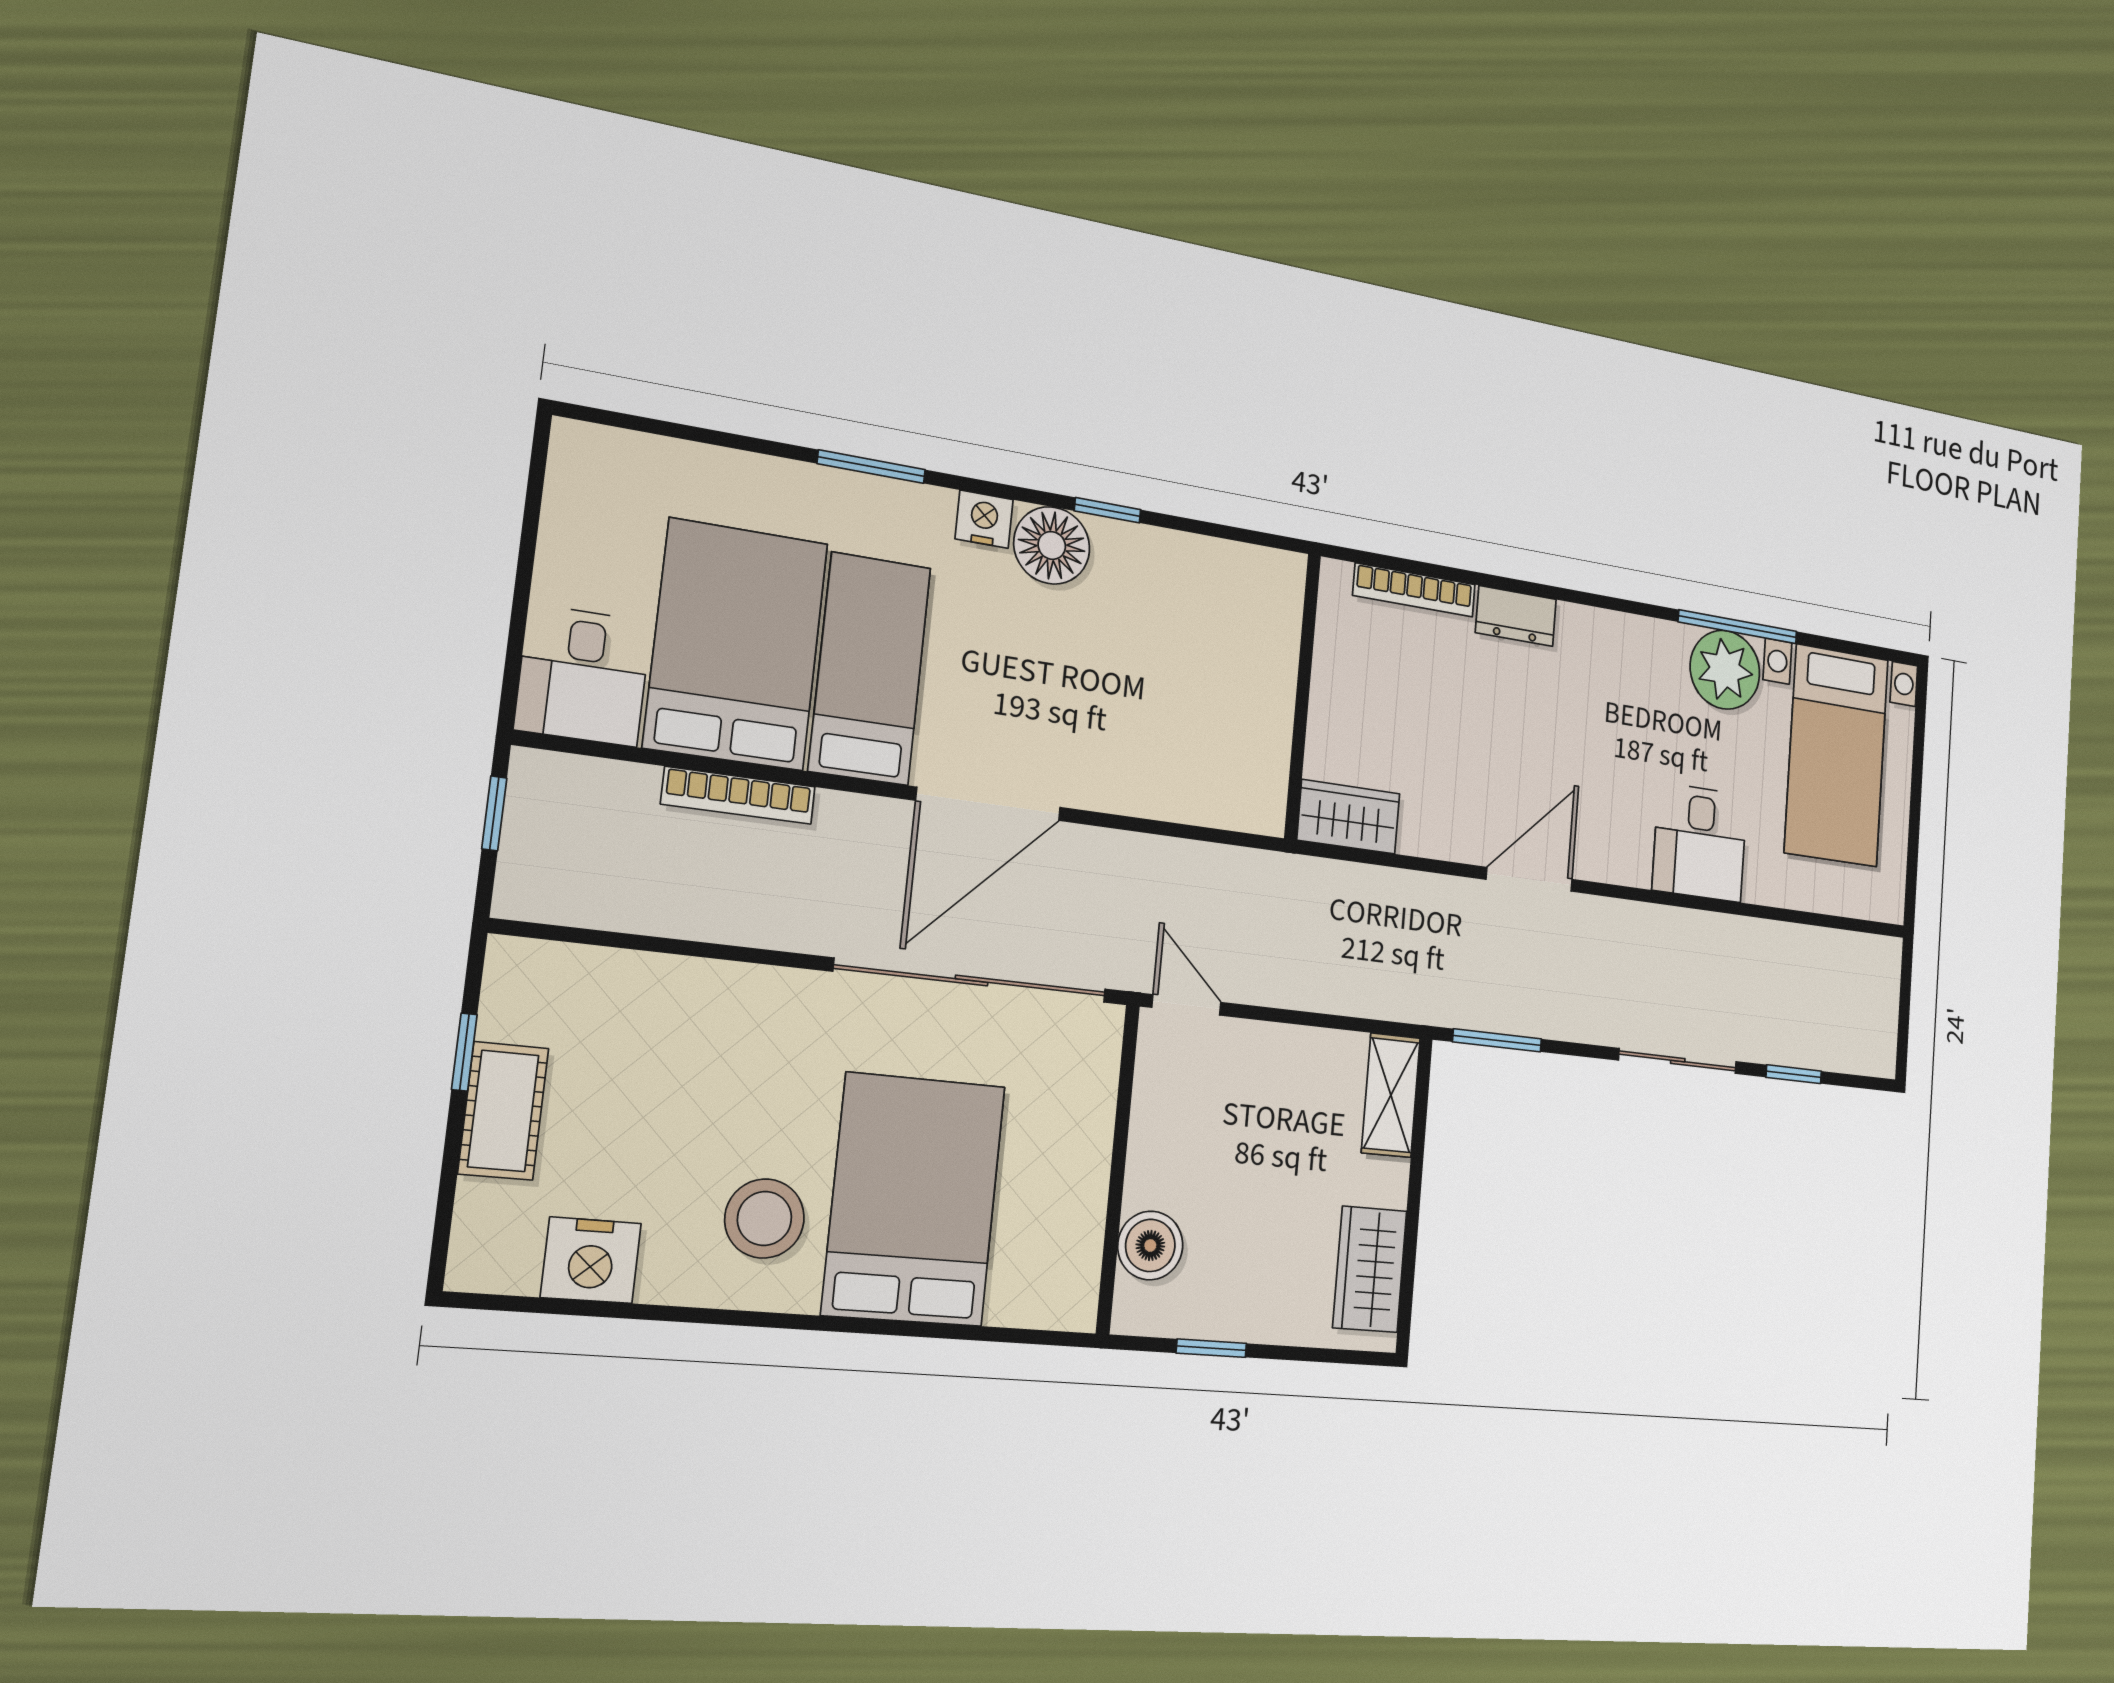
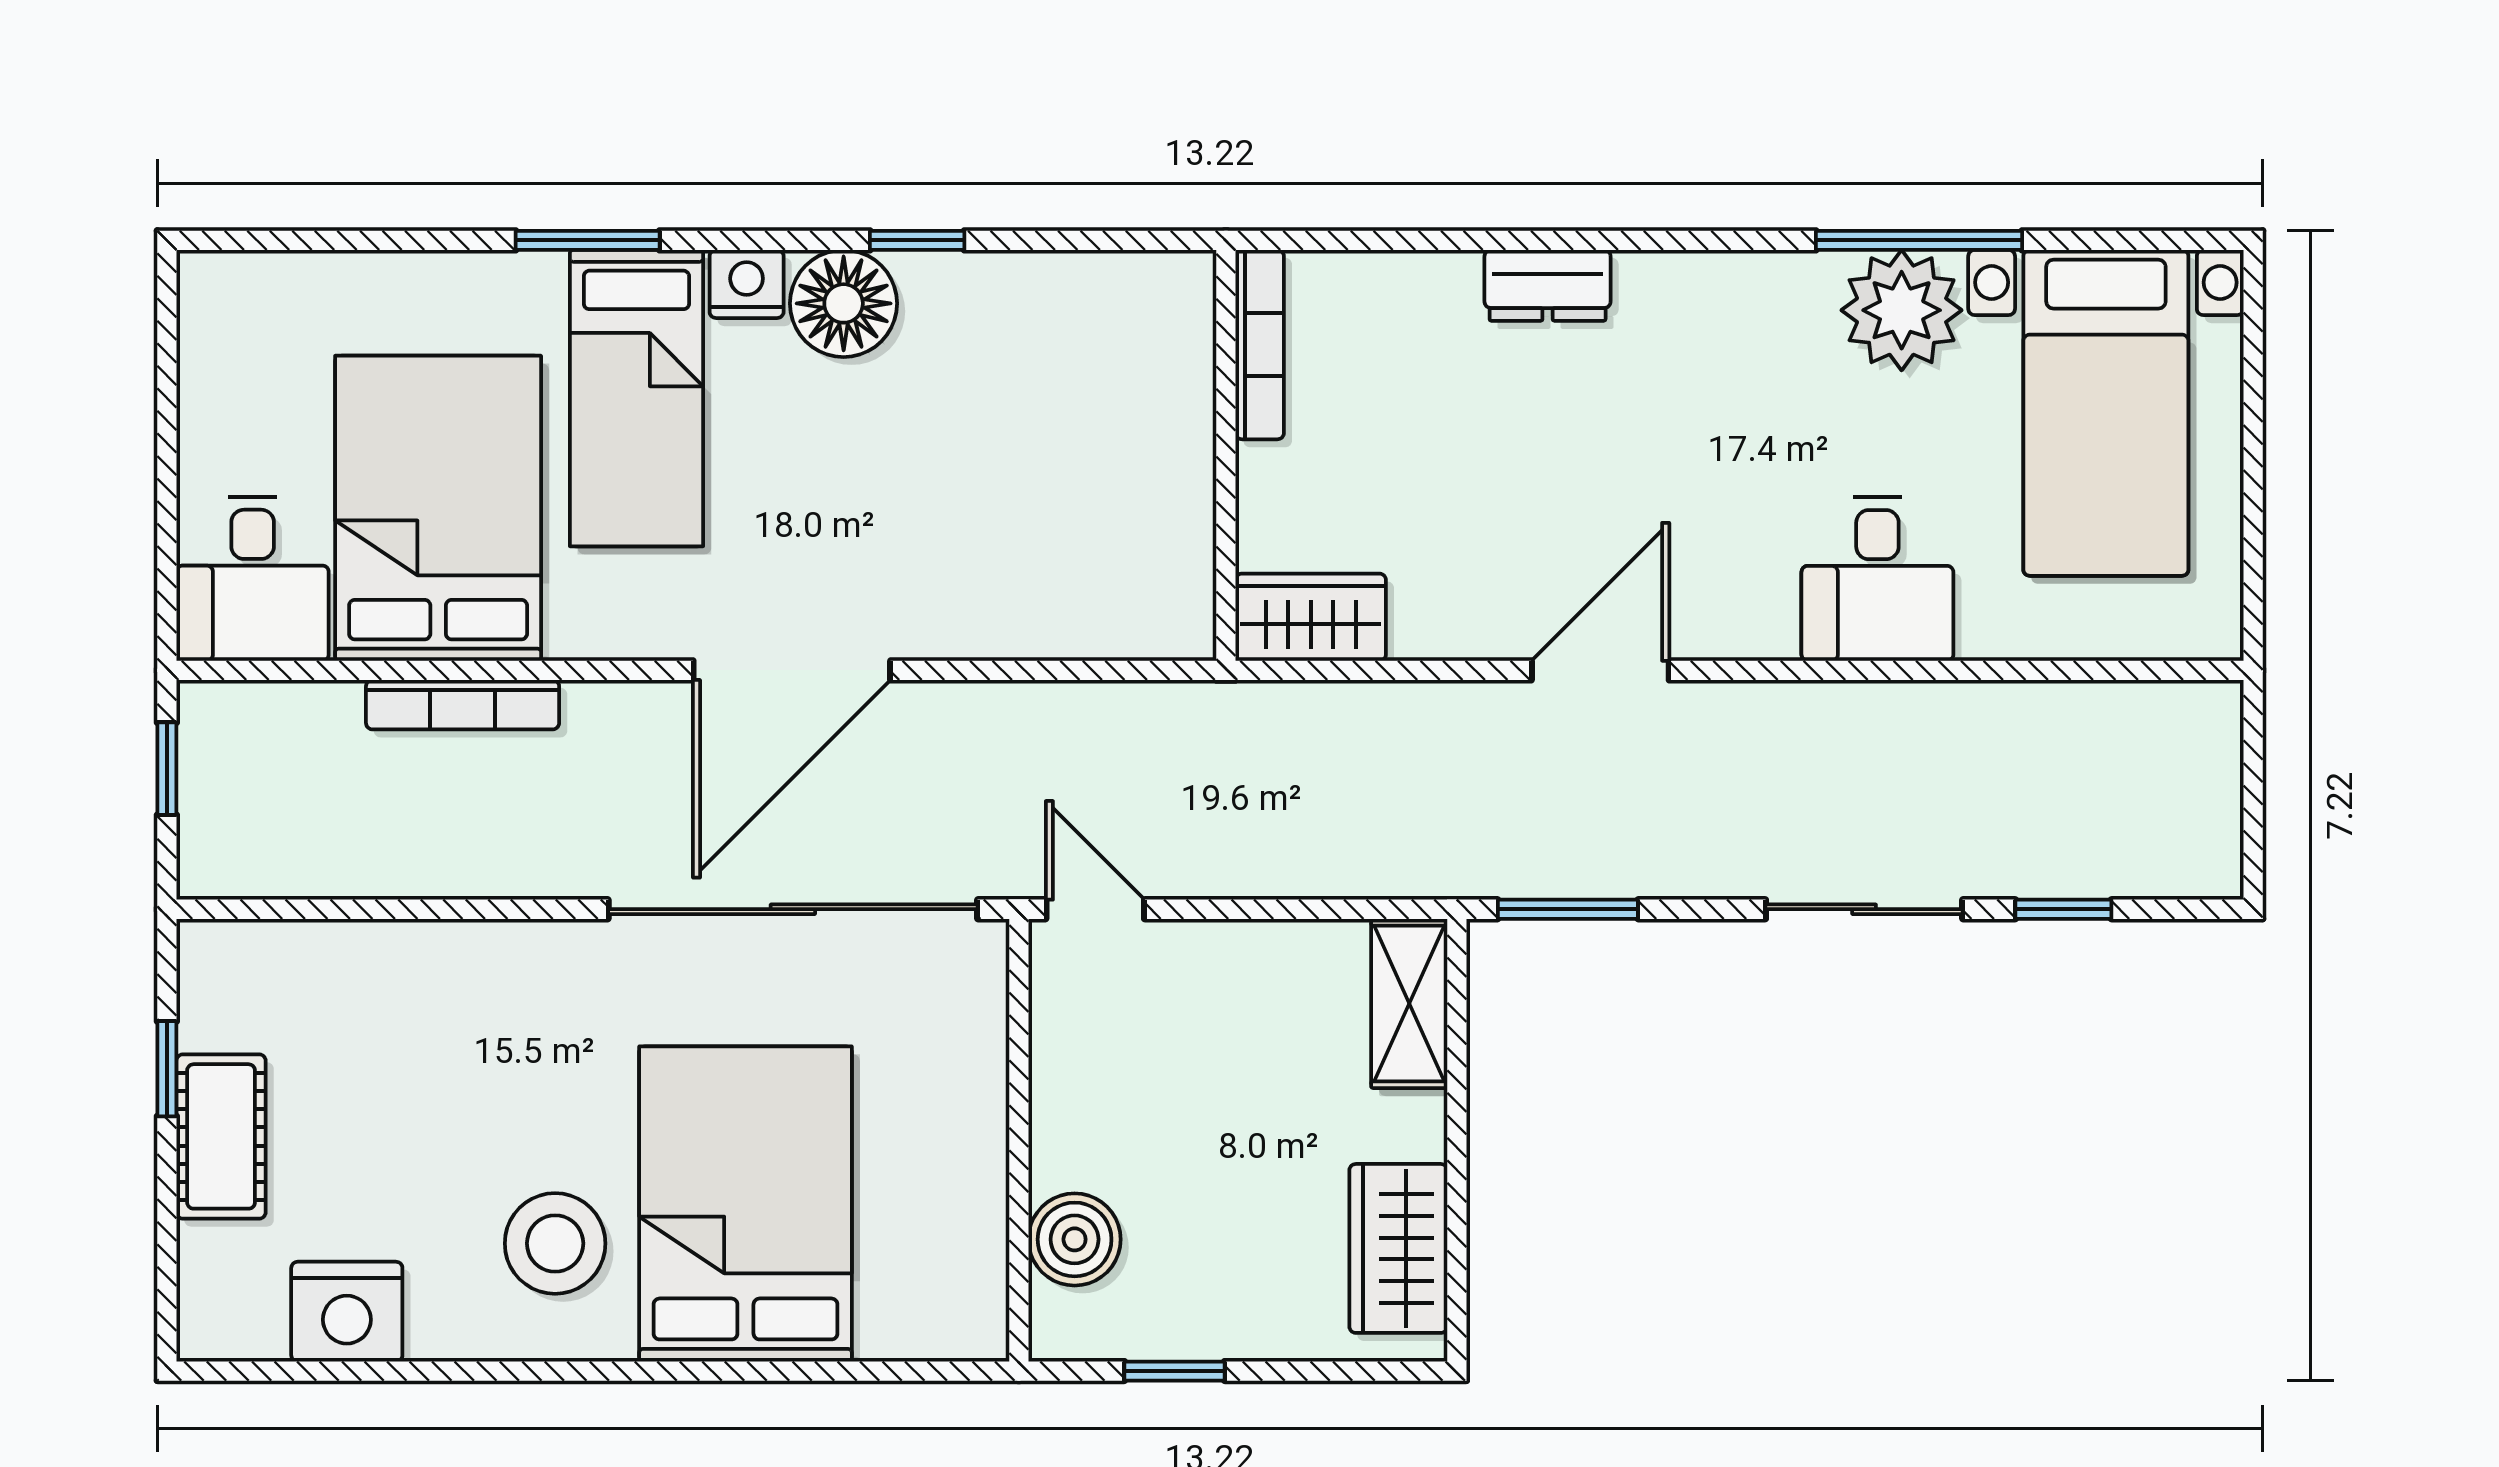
bookcase: (1414, 590) -> (1260, 345), moved, turned -90
bed: (870, 669) -> (636, 398), moved, turned 180

